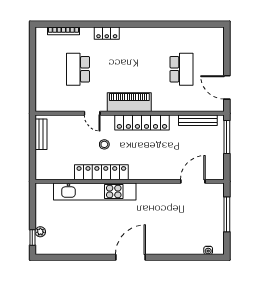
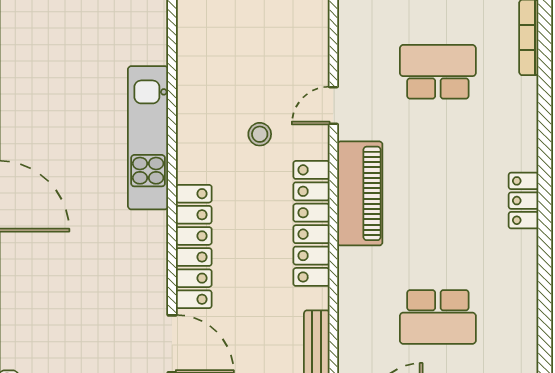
locker: (107, 33) -> (524, 201), moved
locker: (101, 172) -> (194, 246), moved
kitchen unit: (95, 192) -> (148, 138), width x0.73

